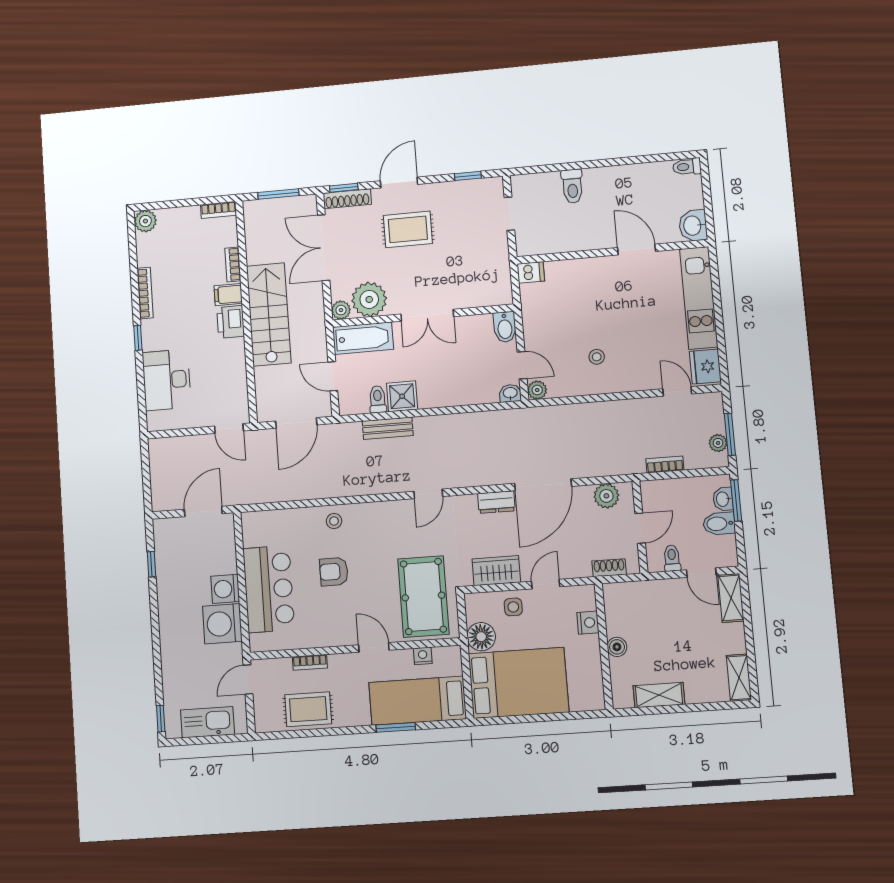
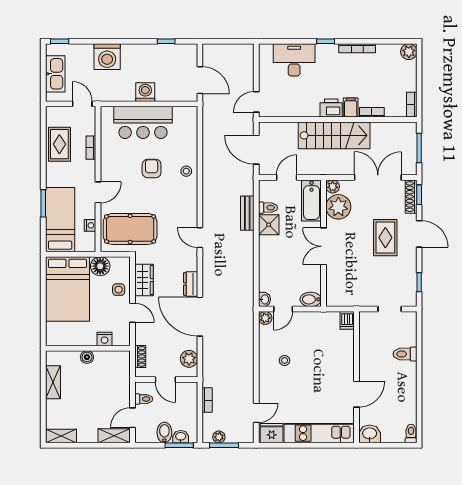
washing machine: (222, 624) -> (107, 57), moved, turned 180

